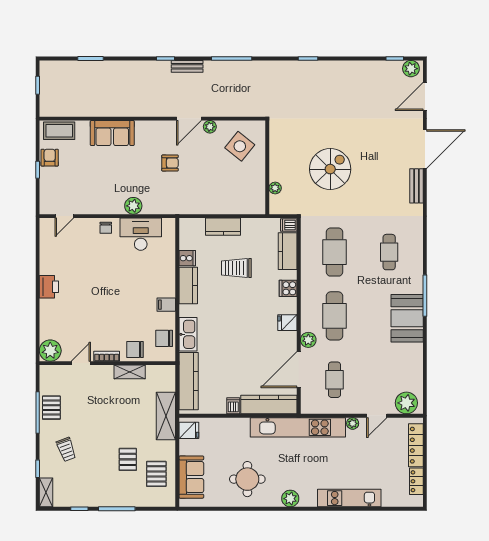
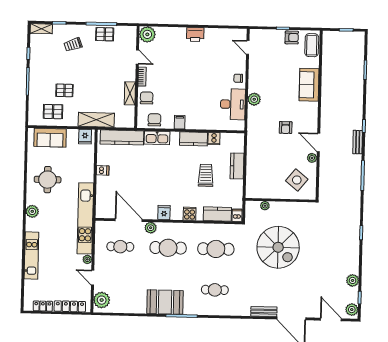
plant: (372, 69) -> (353, 280), added
spiral stairs: (330, 169) -> (278, 247), width x1.37, depth x1.37
kitchen counter: (269, 405) -> (103, 197), removed

